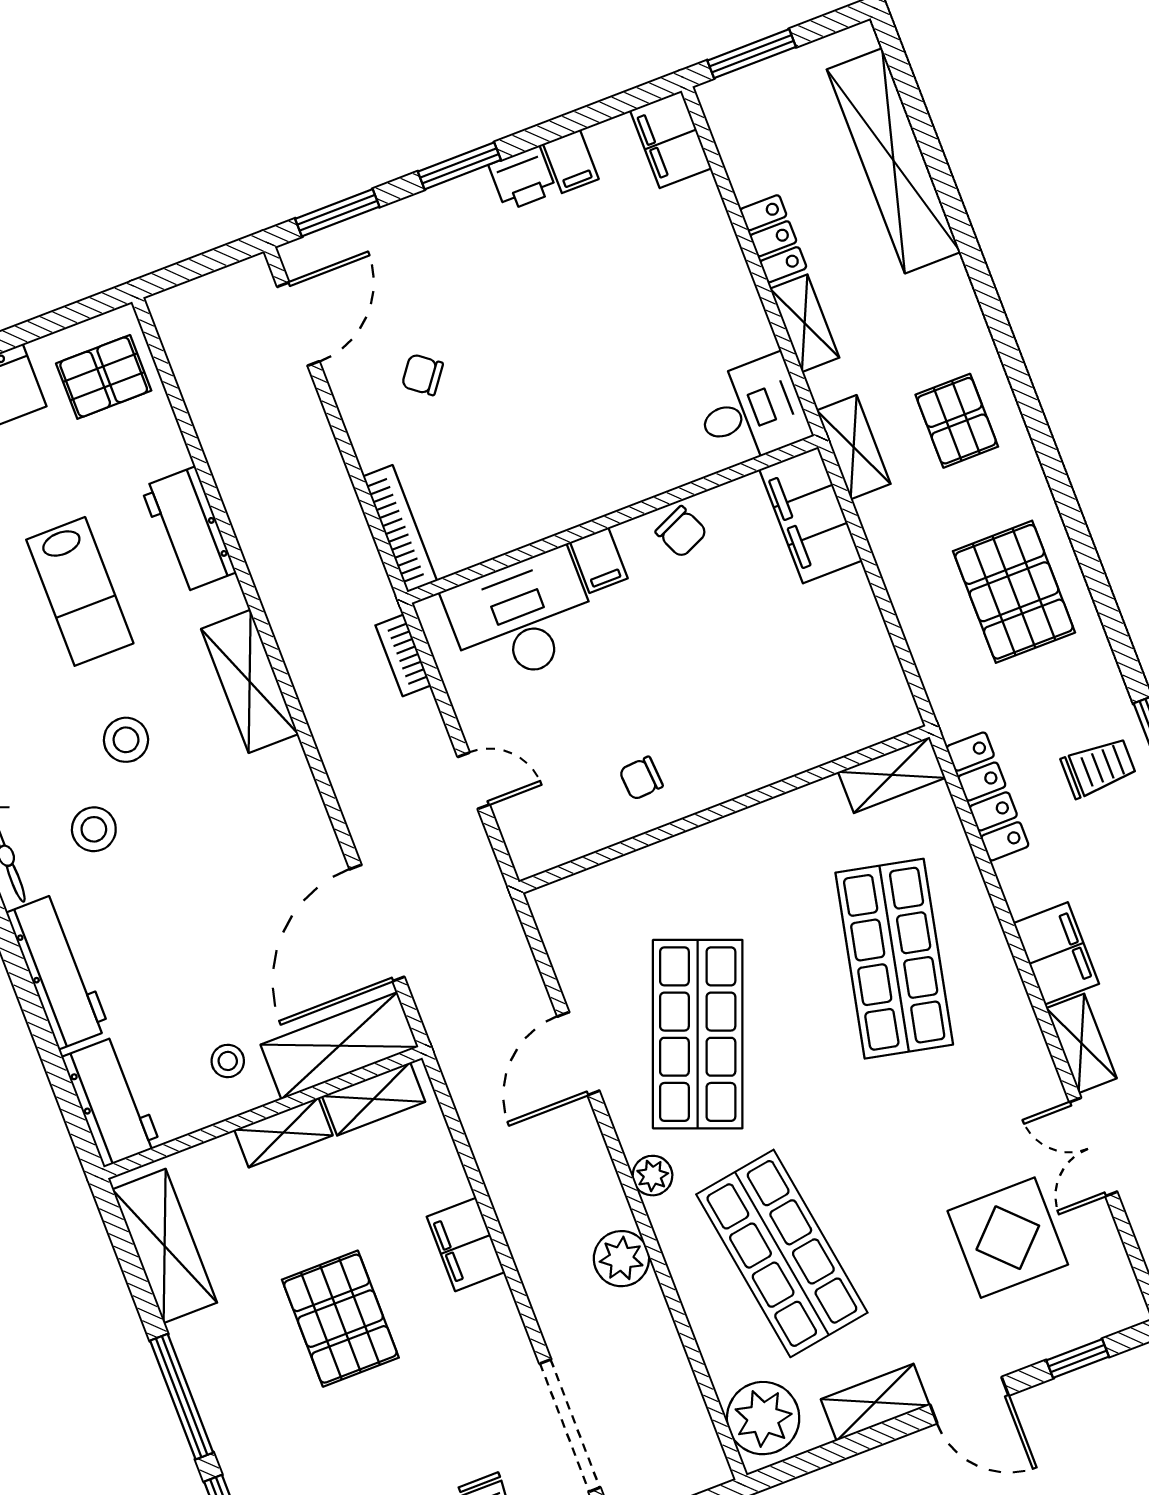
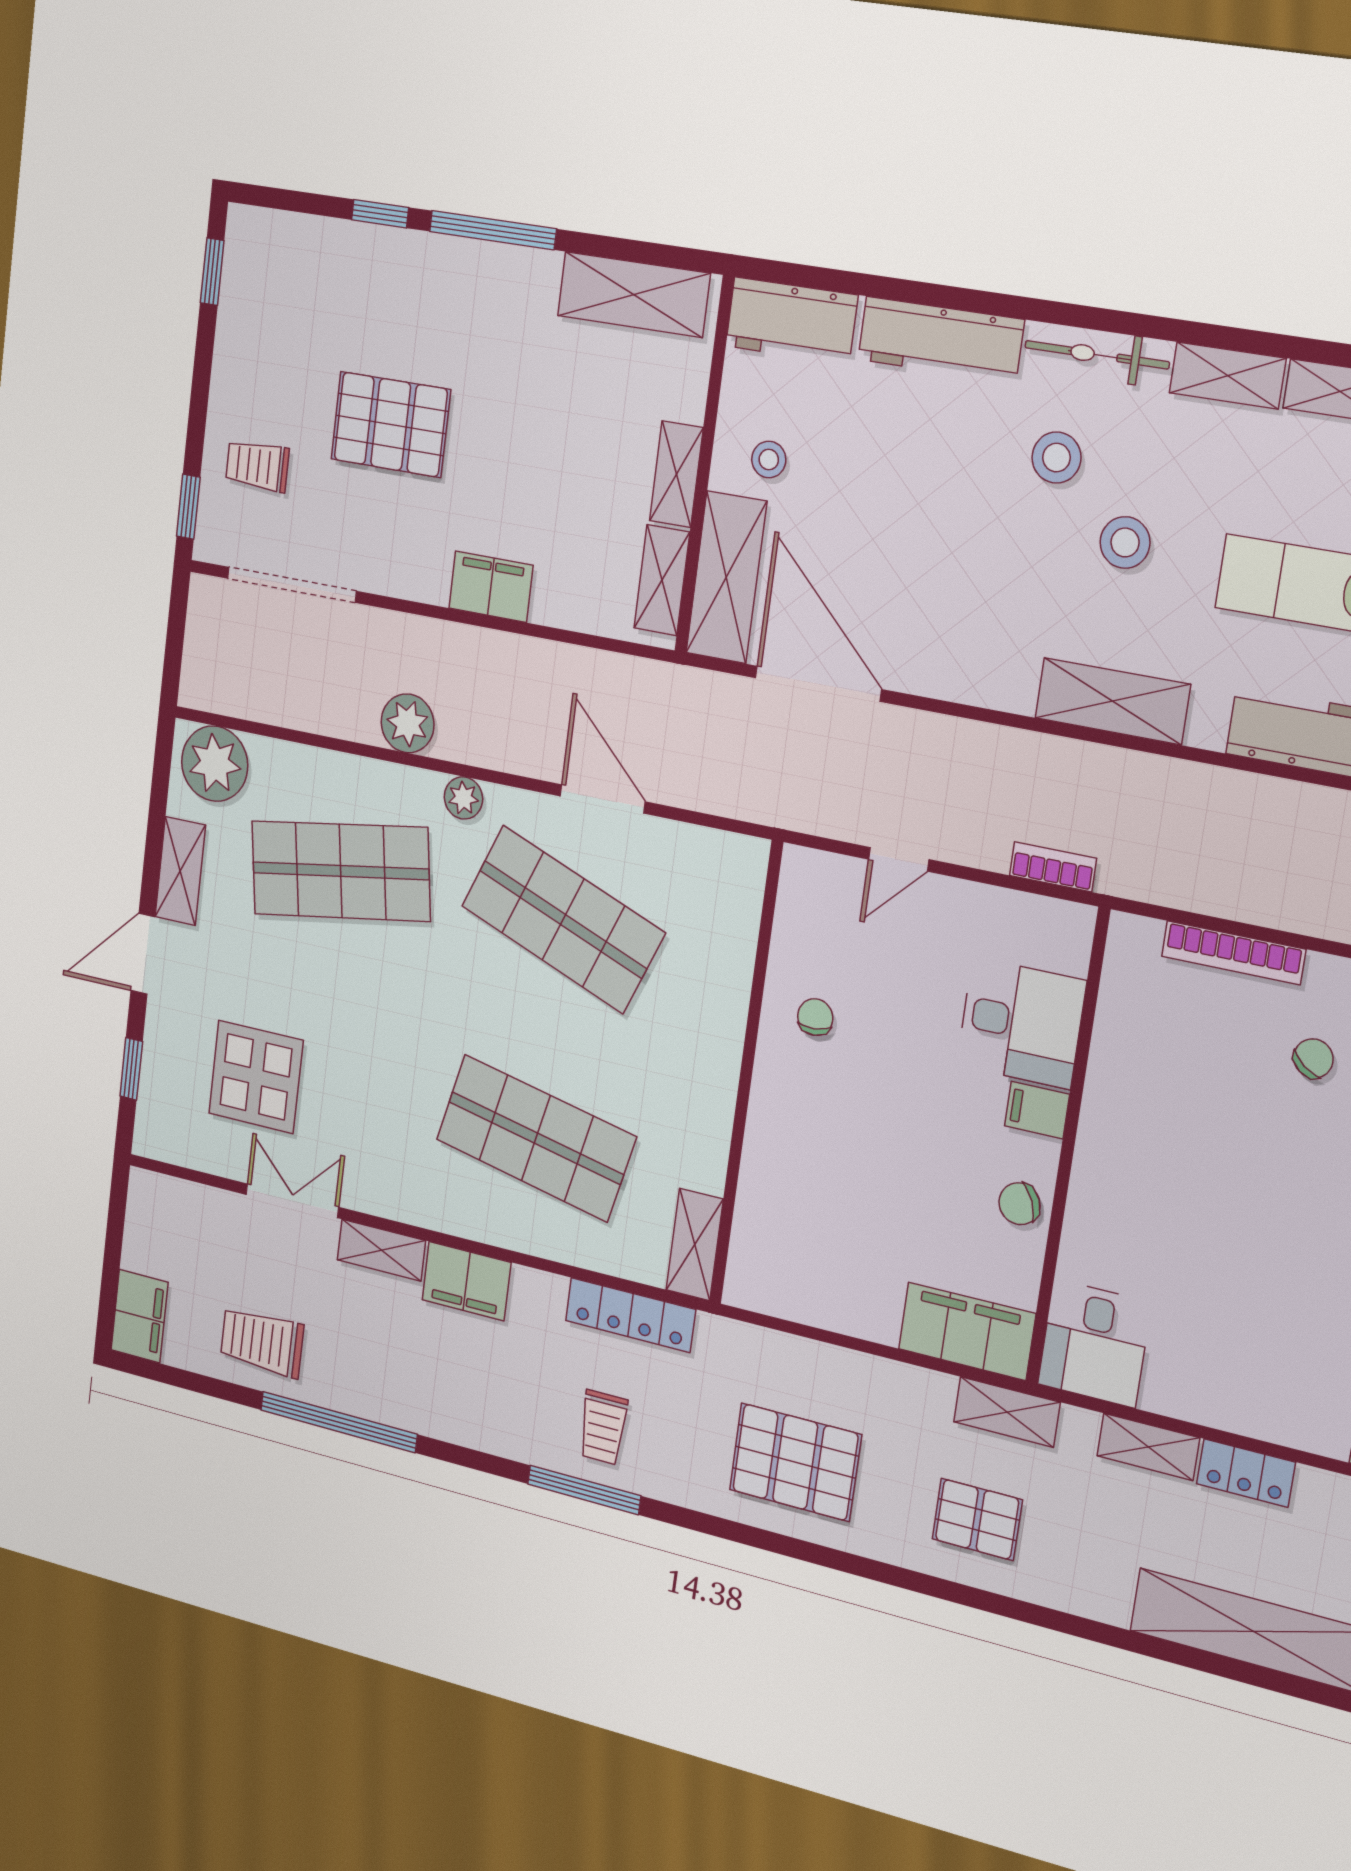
bookcase: (400, 529) -> (1233, 953), moved
desk: (522, 618) -> (1021, 1023), width x0.73
pallet: (340, 1319) -> (391, 425), moved

